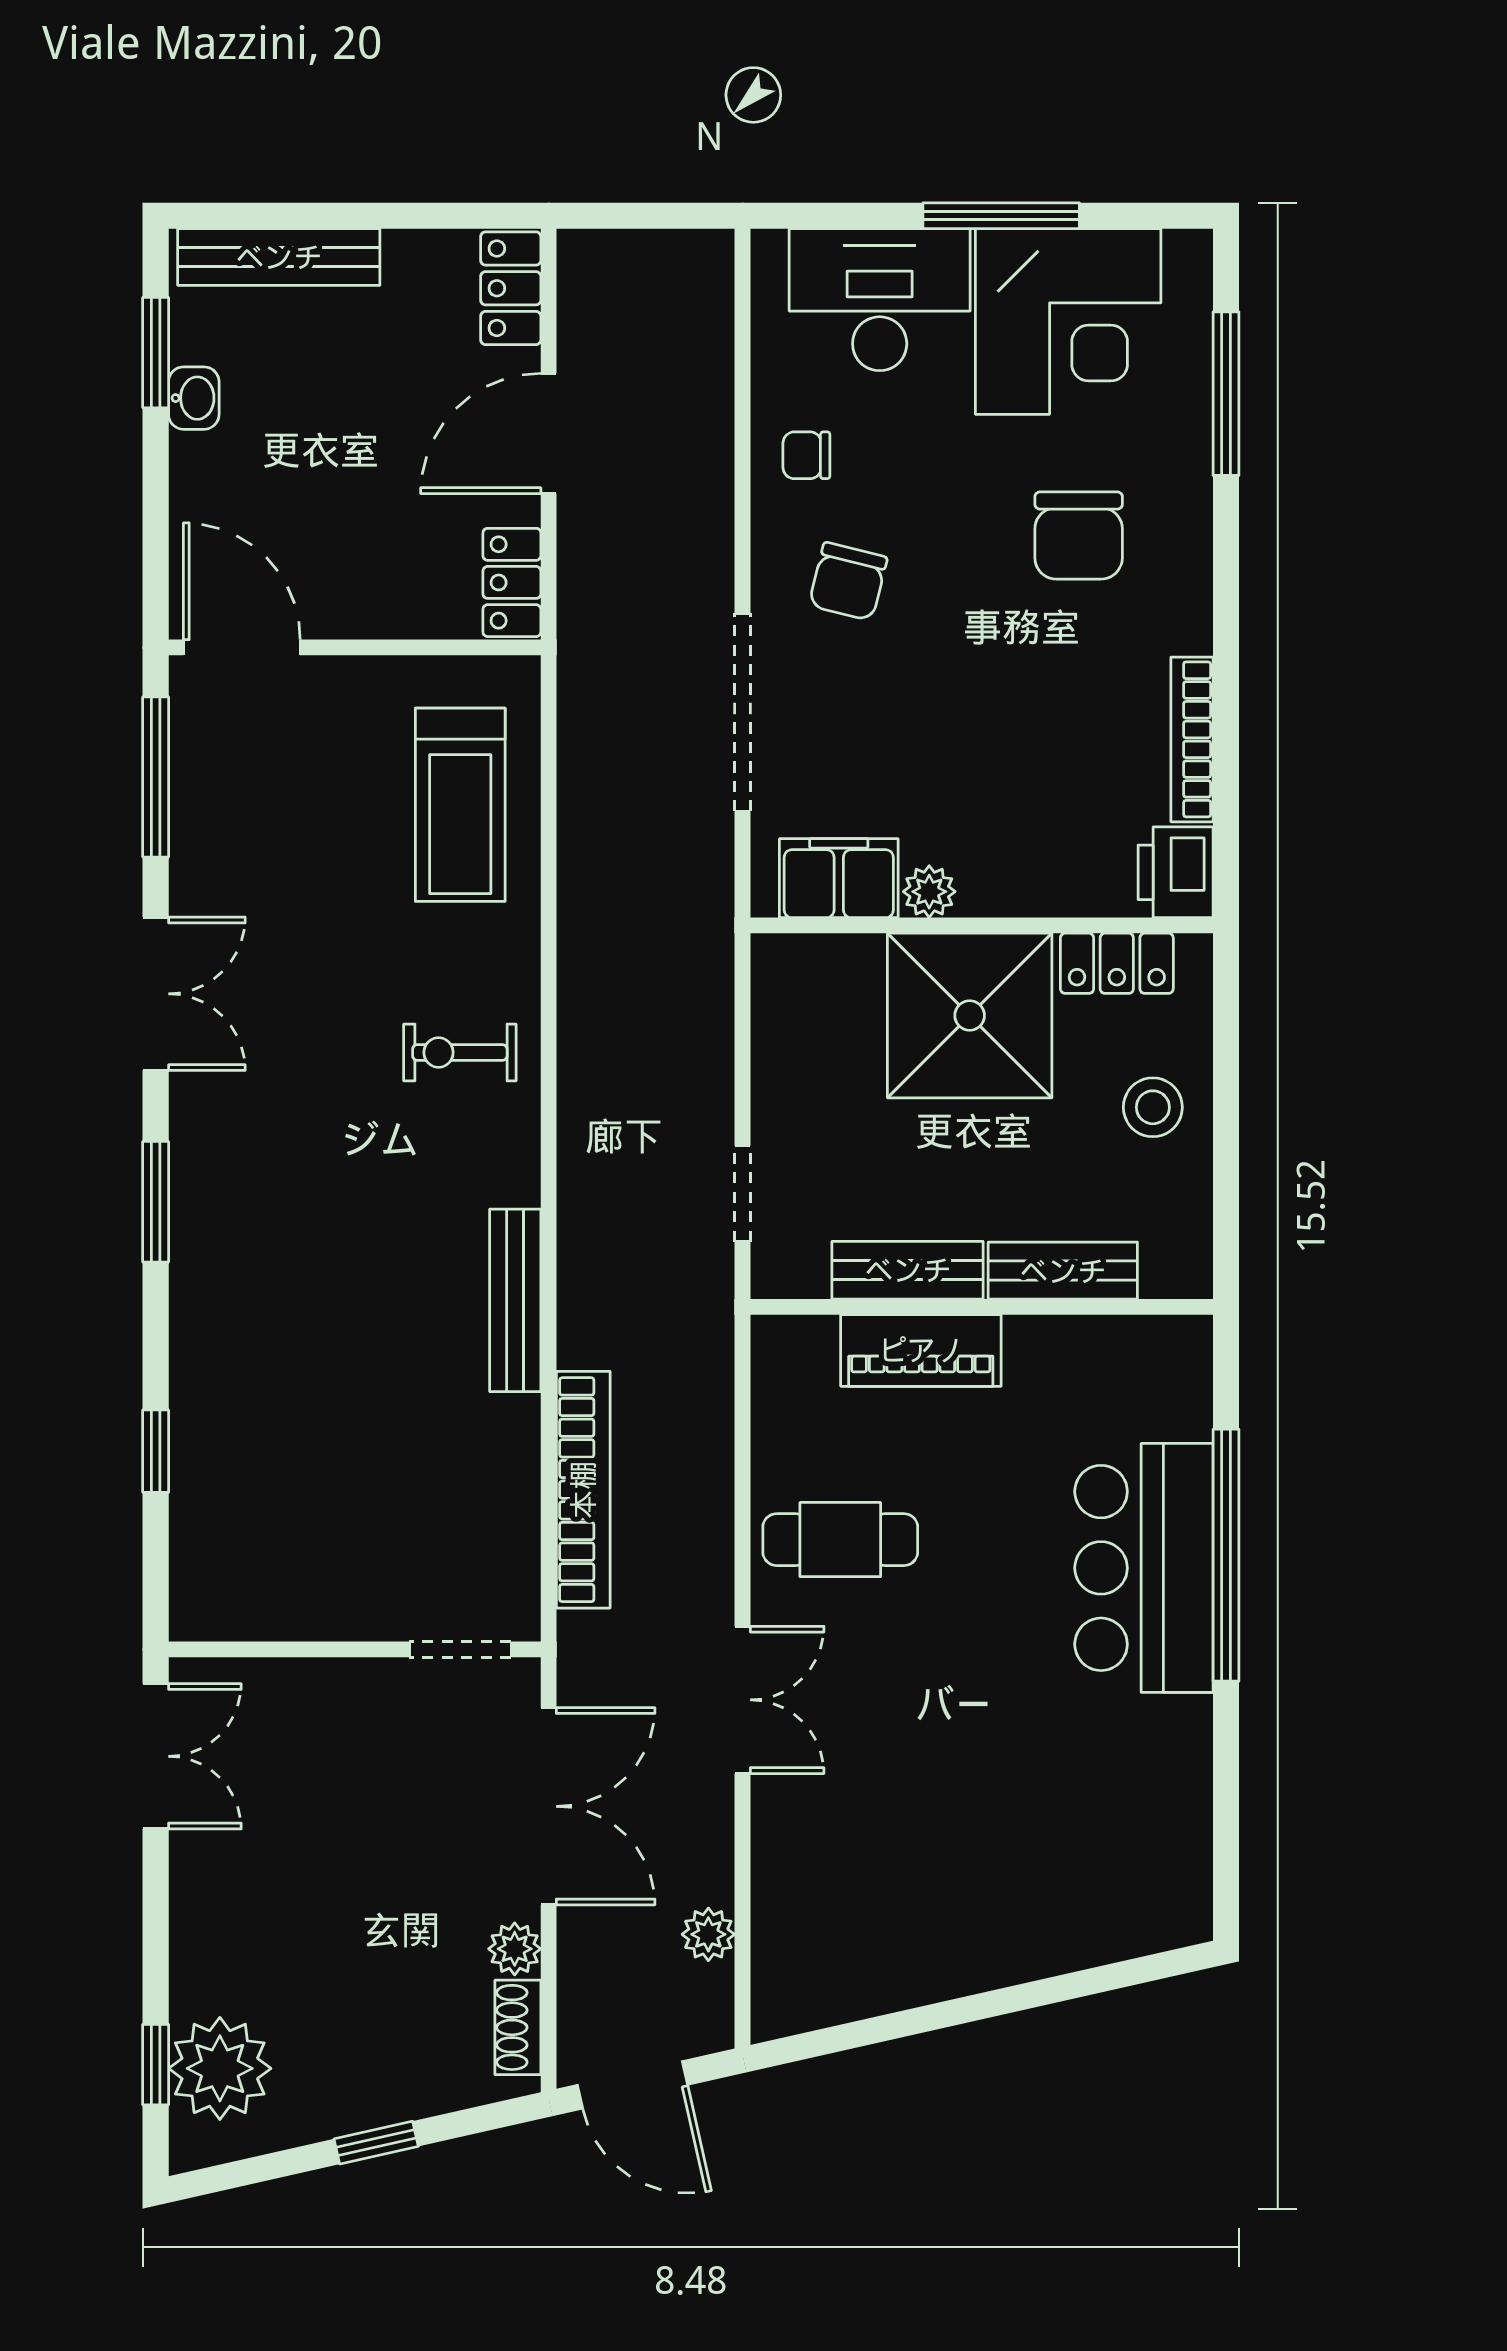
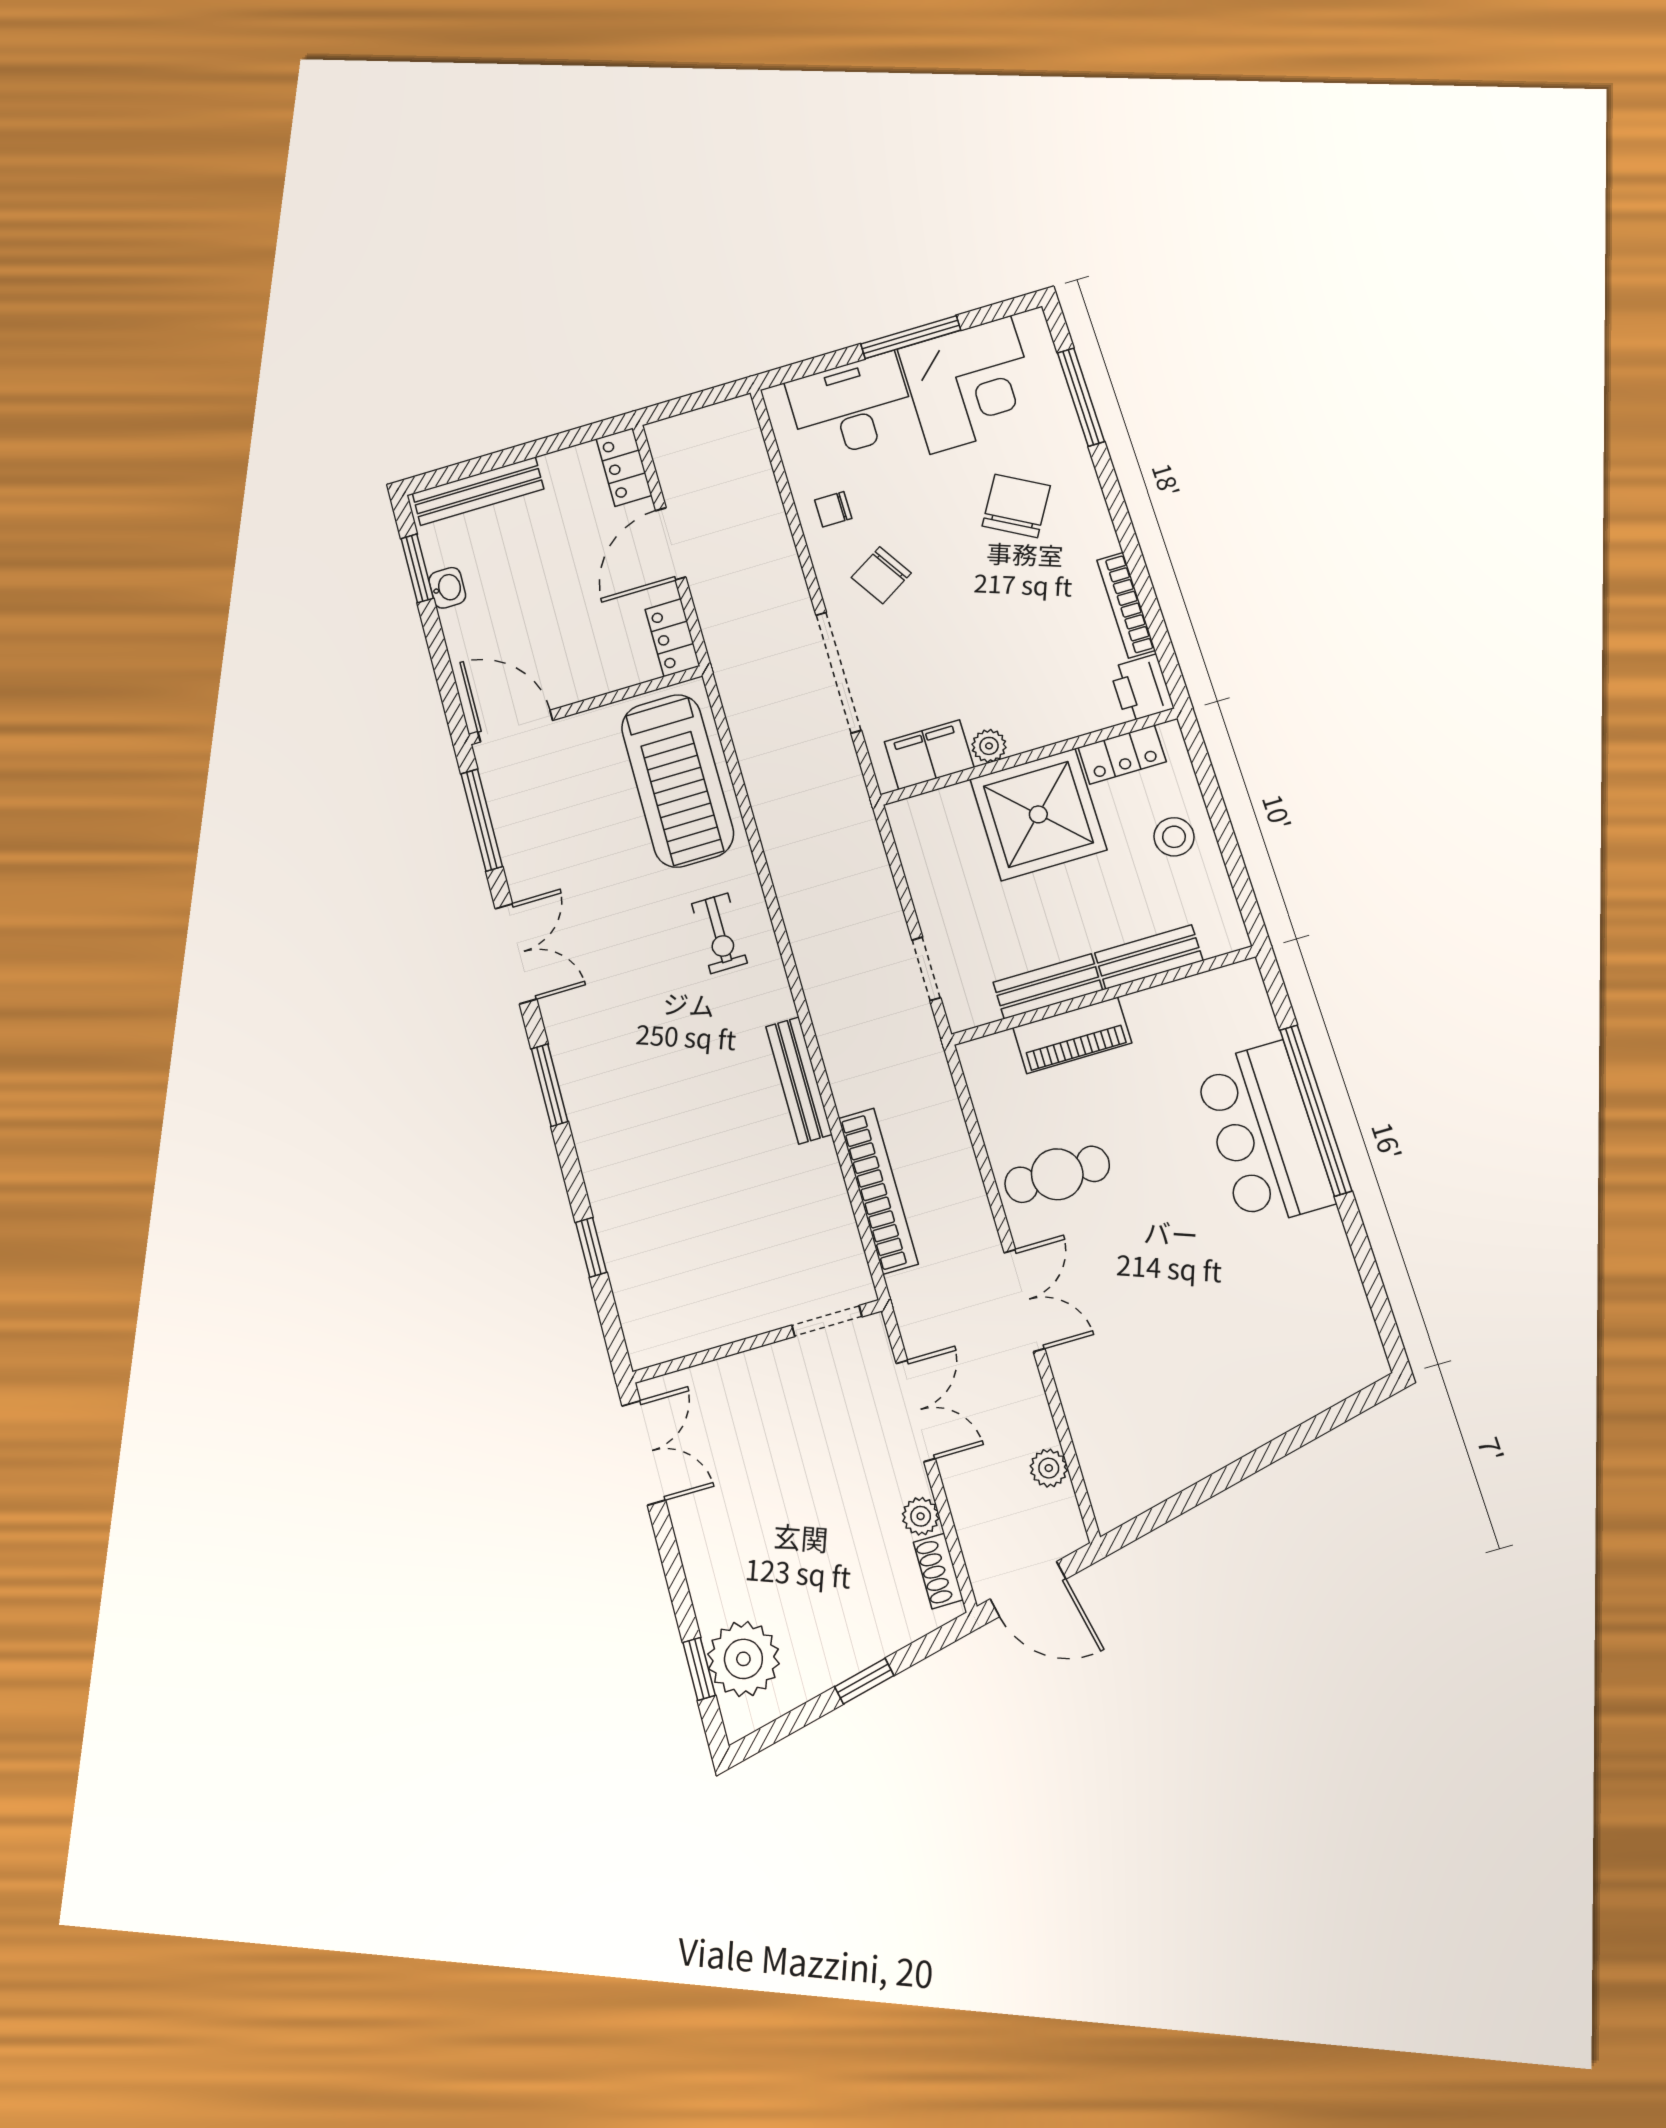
chair: (1079, 535) -> (1016, 506), turned -150
chair: (848, 581) -> (881, 575), turned 44
treadmill: (460, 805) -> (677, 780), width x1.37, depth x1.38
exercise bike: (460, 1052) -> (719, 933), turned -90
double door: (549, 1806) -> (916, 1411), width x0.73

